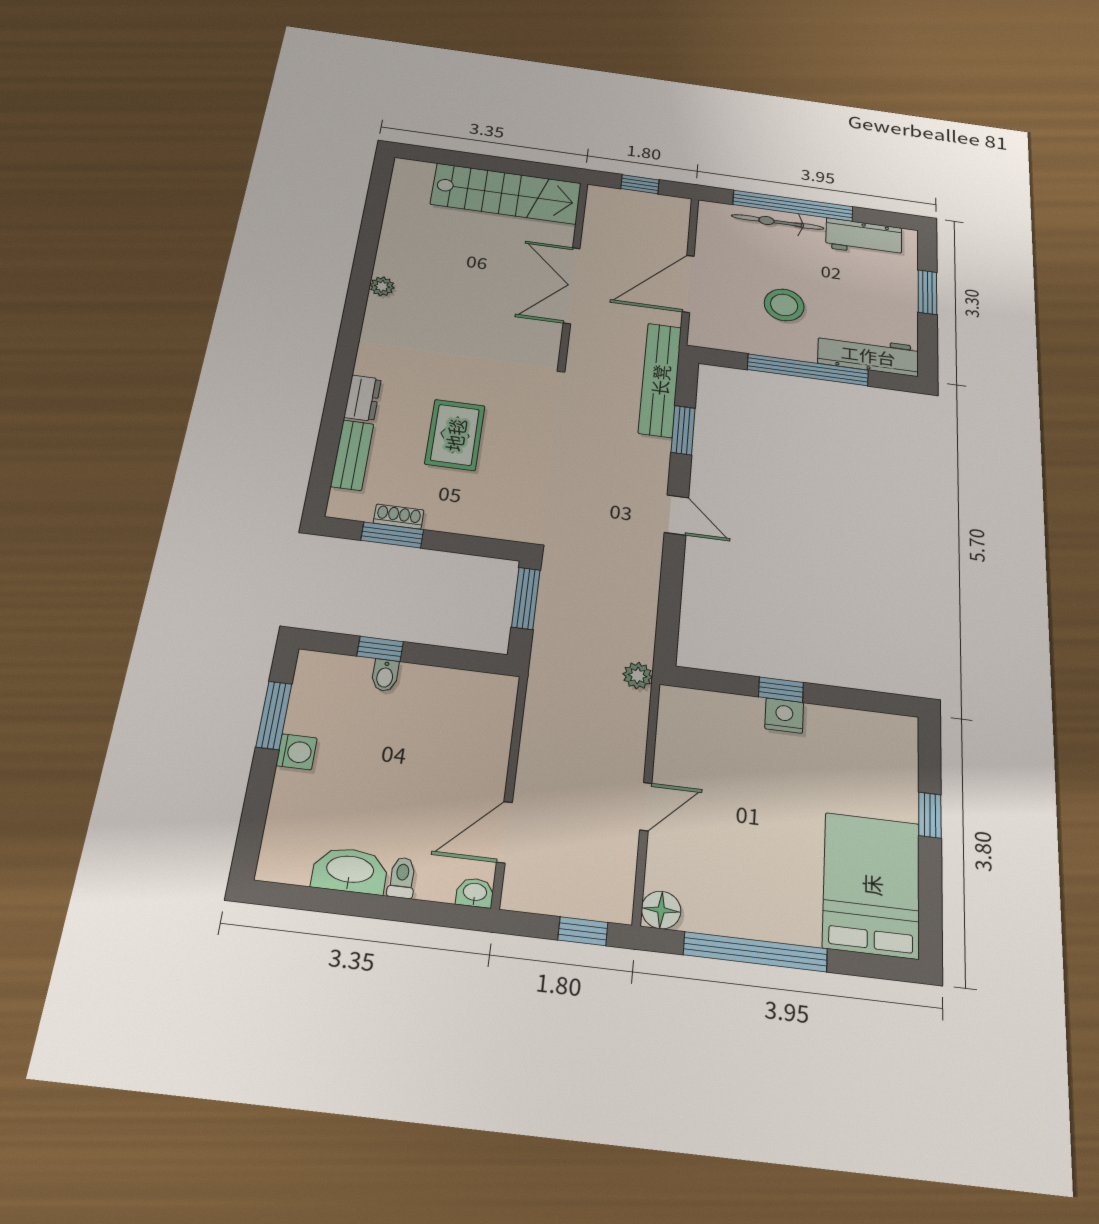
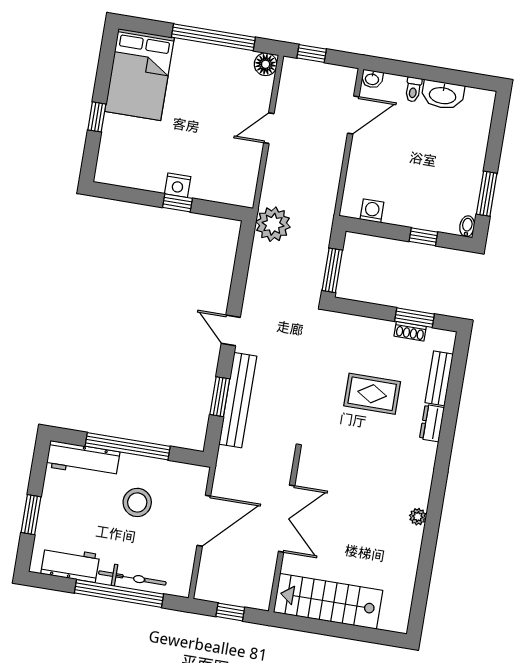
bench: (660, 380) -> (238, 400), moved
rug: (455, 435) -> (372, 394), turned 90
bidet: (385, 675) -> (467, 226), moved
plant: (638, 676) -> (273, 224), width x1.87, depth x1.87
washing machine: (297, 752) -> (372, 211), moved, turned 90

